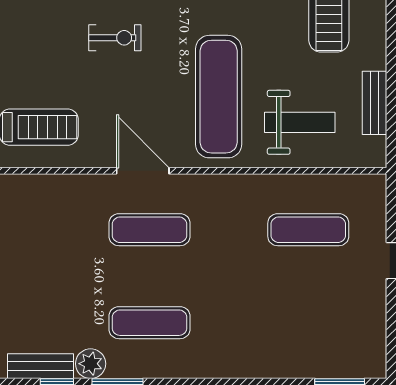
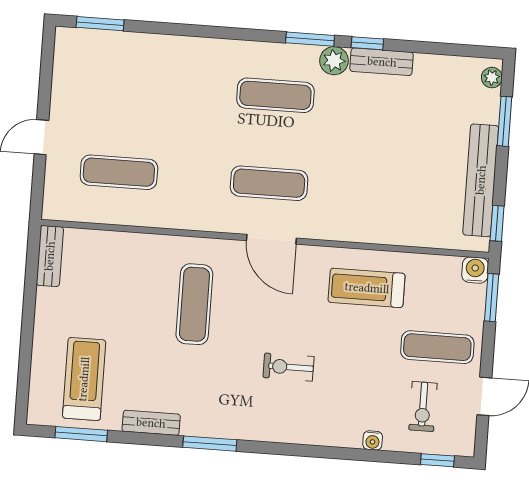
exercise mat: (219, 97) -> (194, 304), width x0.73, depth x0.69
bench: (375, 103) -> (50, 256), moved
weight bench: (300, 122) -> (119, 274), removed

